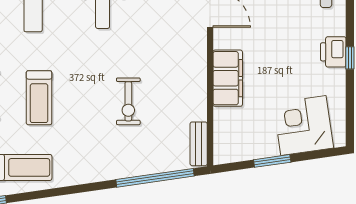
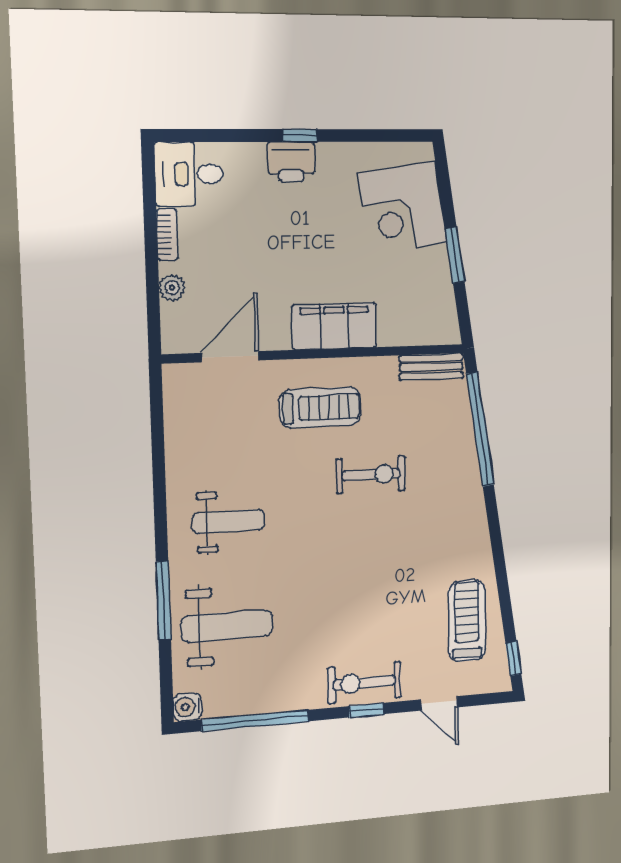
treadmill: (39, 98) -> (320, 407), moved

